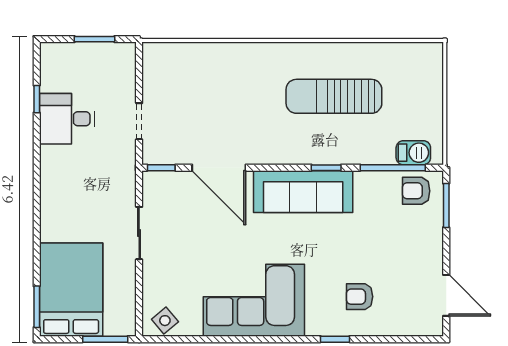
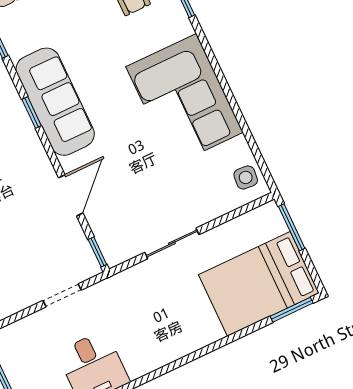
door: (219, 168) -> (71, 195), width x0.73
window: (326, 168) -> (32, 112), moved
side table: (165, 321) -> (246, 177), turned 45

